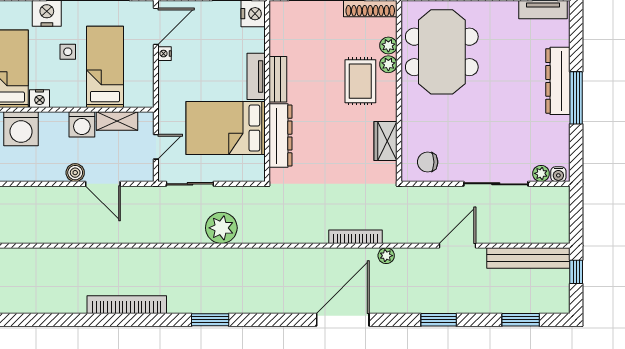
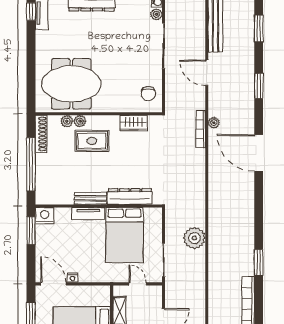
bookcase: (356, 237) -> (201, 129), moved
window: (210, 320) -> (259, 263), moved

